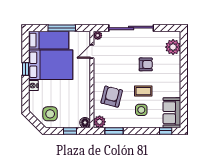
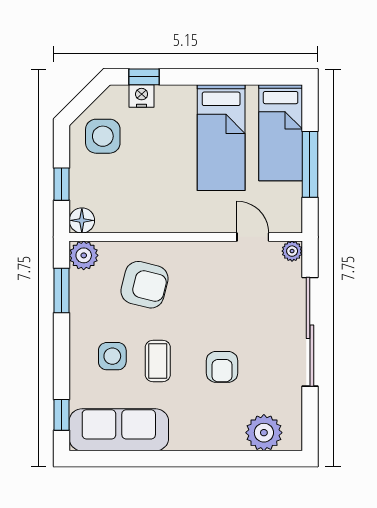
bed: (51, 65) -> (221, 138), width x0.67
window: (25, 69) -> (144, 77), moved
nightstand: (33, 86) -> (142, 96), moved
sofa: (172, 113) -> (119, 430), width x1.36

